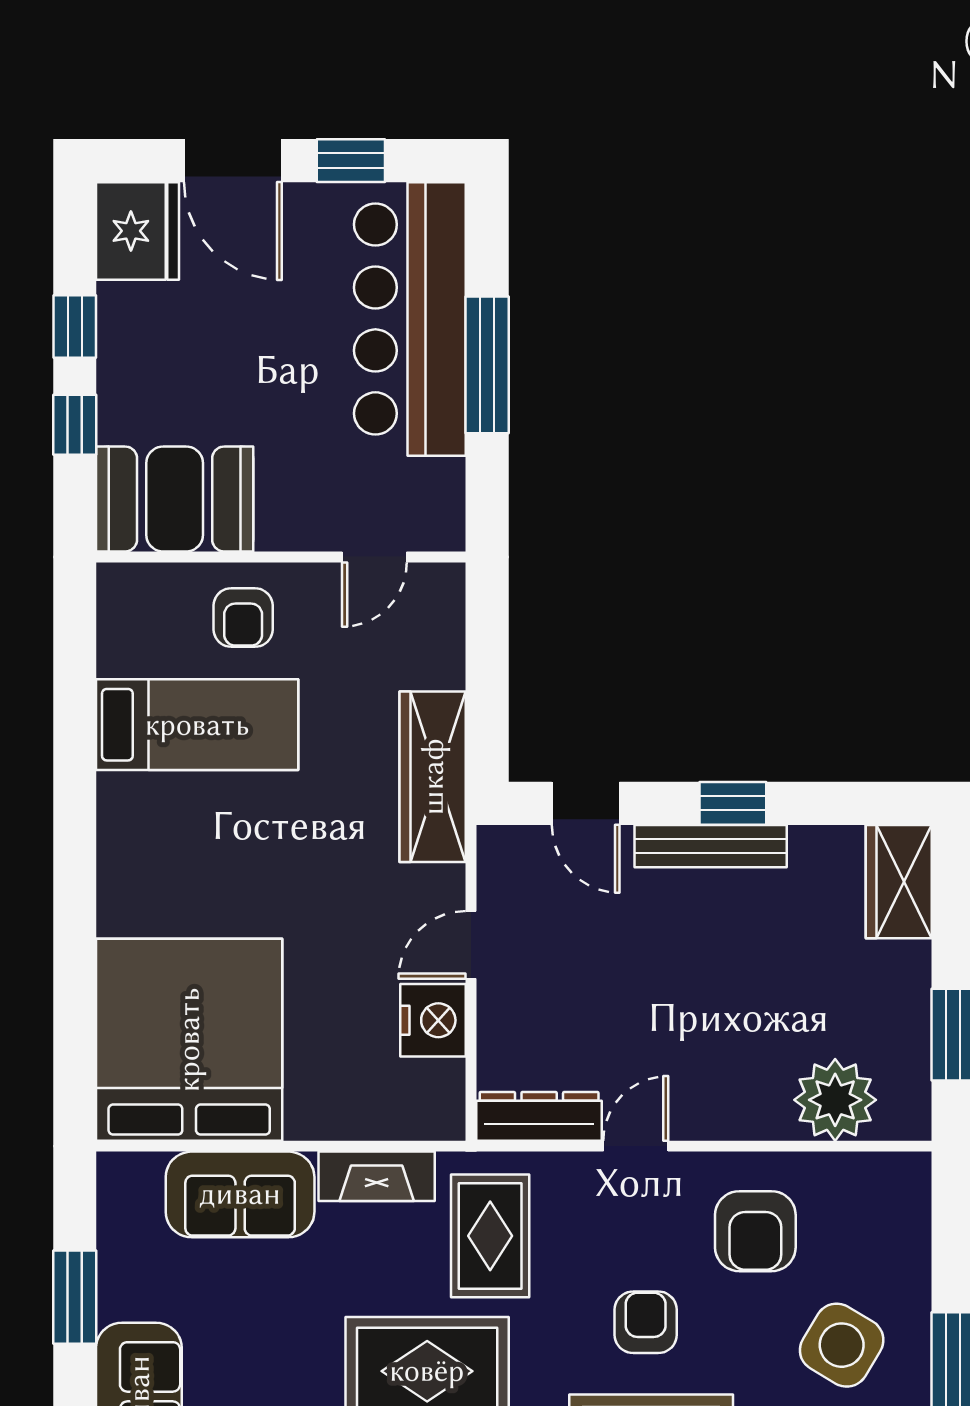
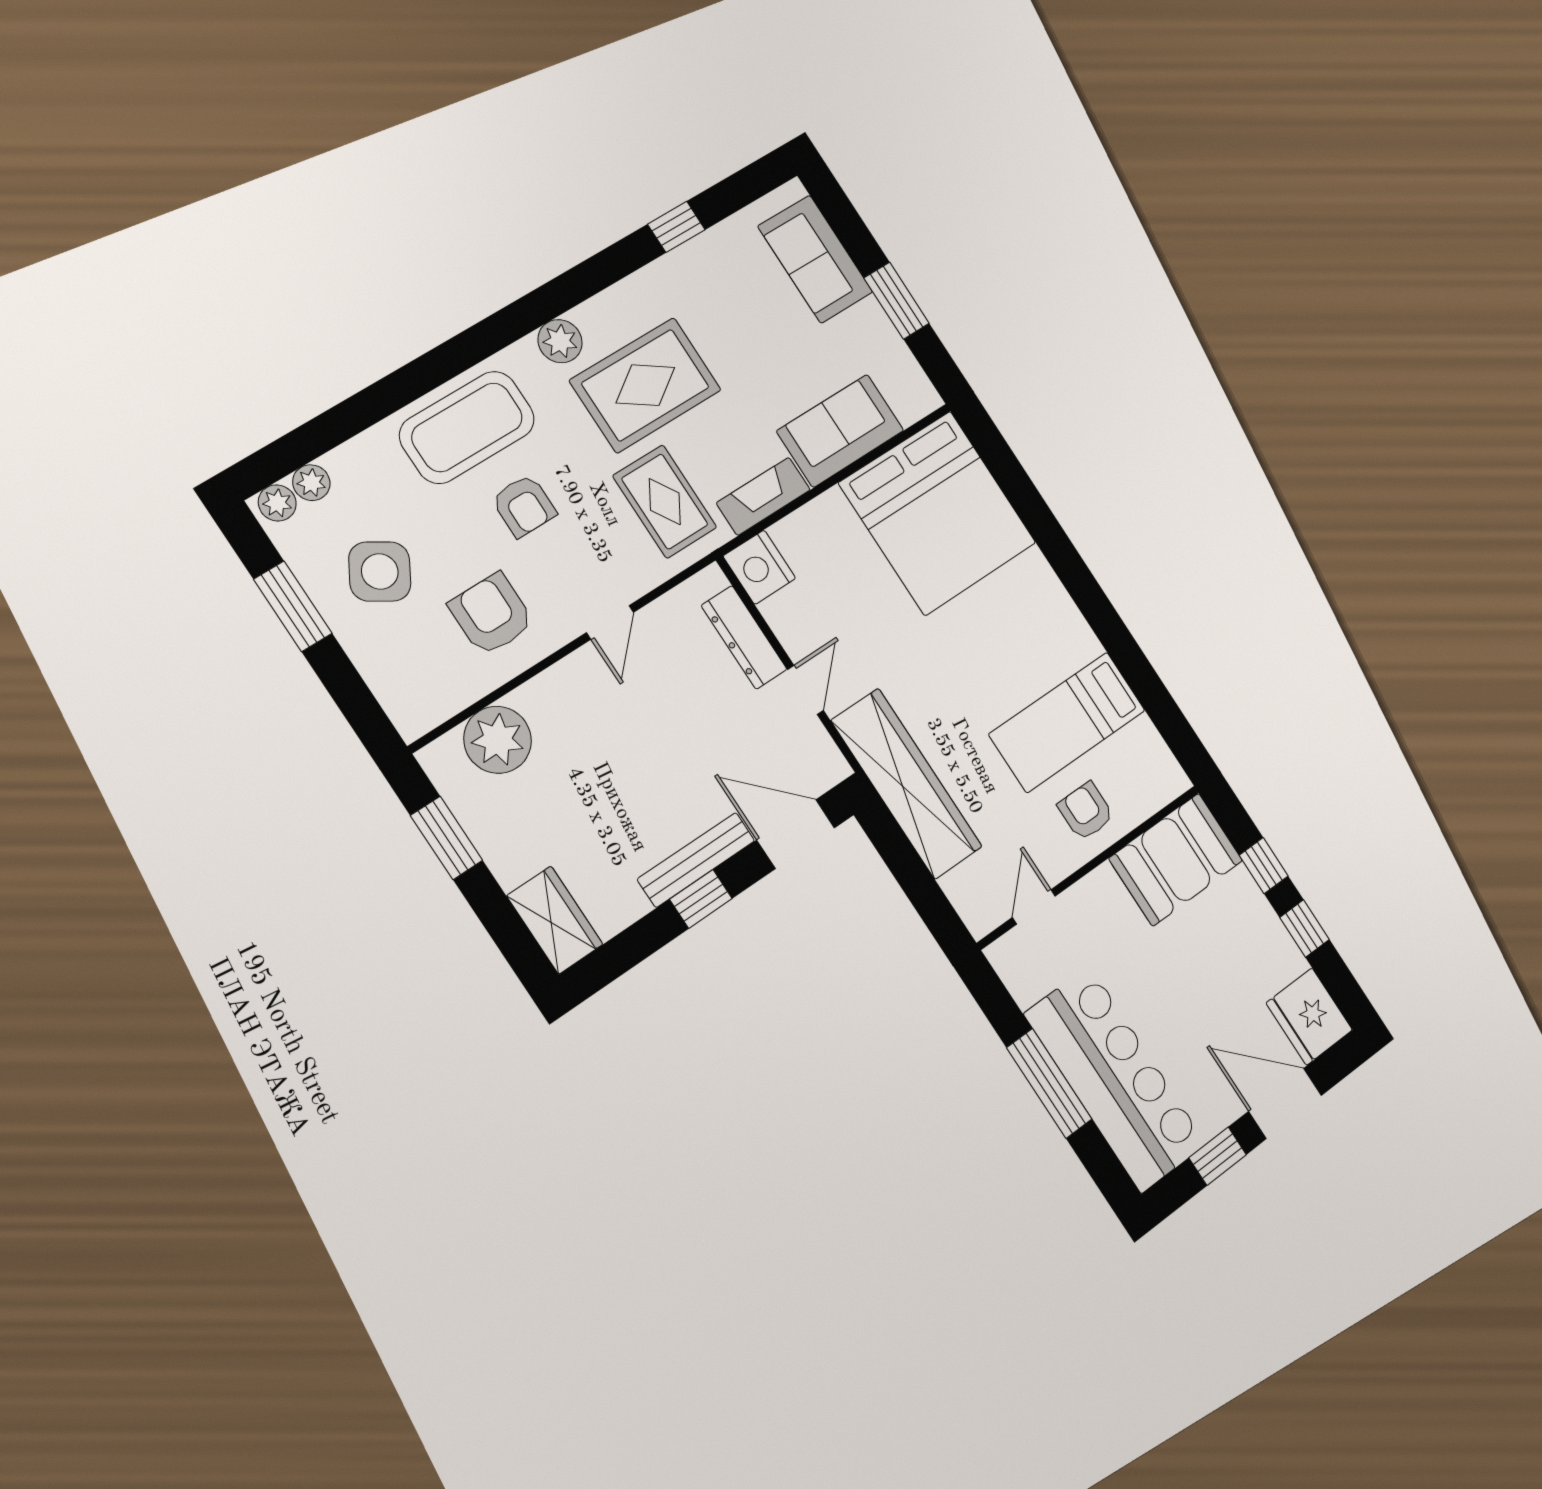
wardrobe: (433, 777) -> (907, 784), width x1.40, depth x1.17
door: (586, 803) -> (796, 834), width x1.38
nightstand: (433, 1020) -> (759, 567), moved
dresser: (539, 1116) -> (744, 637), moved, turned 90

